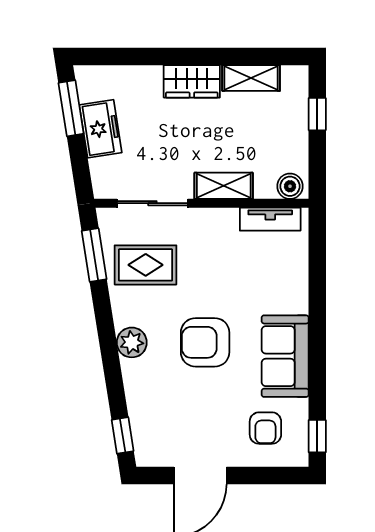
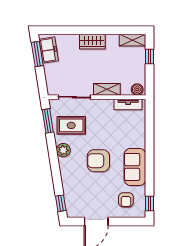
shelving: (251, 78) -> (133, 40), moved
freezer: (101, 129) -> (49, 50), moved
plant: (132, 342) -> (63, 150), moved

